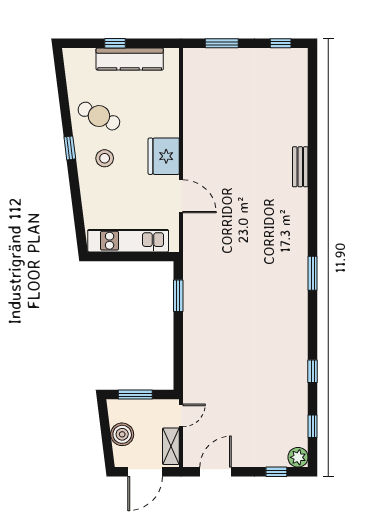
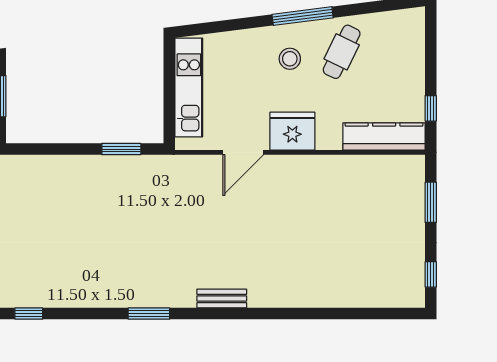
window: (115, 43) -> (431, 108), moved
kitchen counter: (130, 59) -> (384, 136), moved, turned 90
window: (70, 148) -> (303, 16), width x2.17
bench: (300, 167) -> (222, 298), moved

